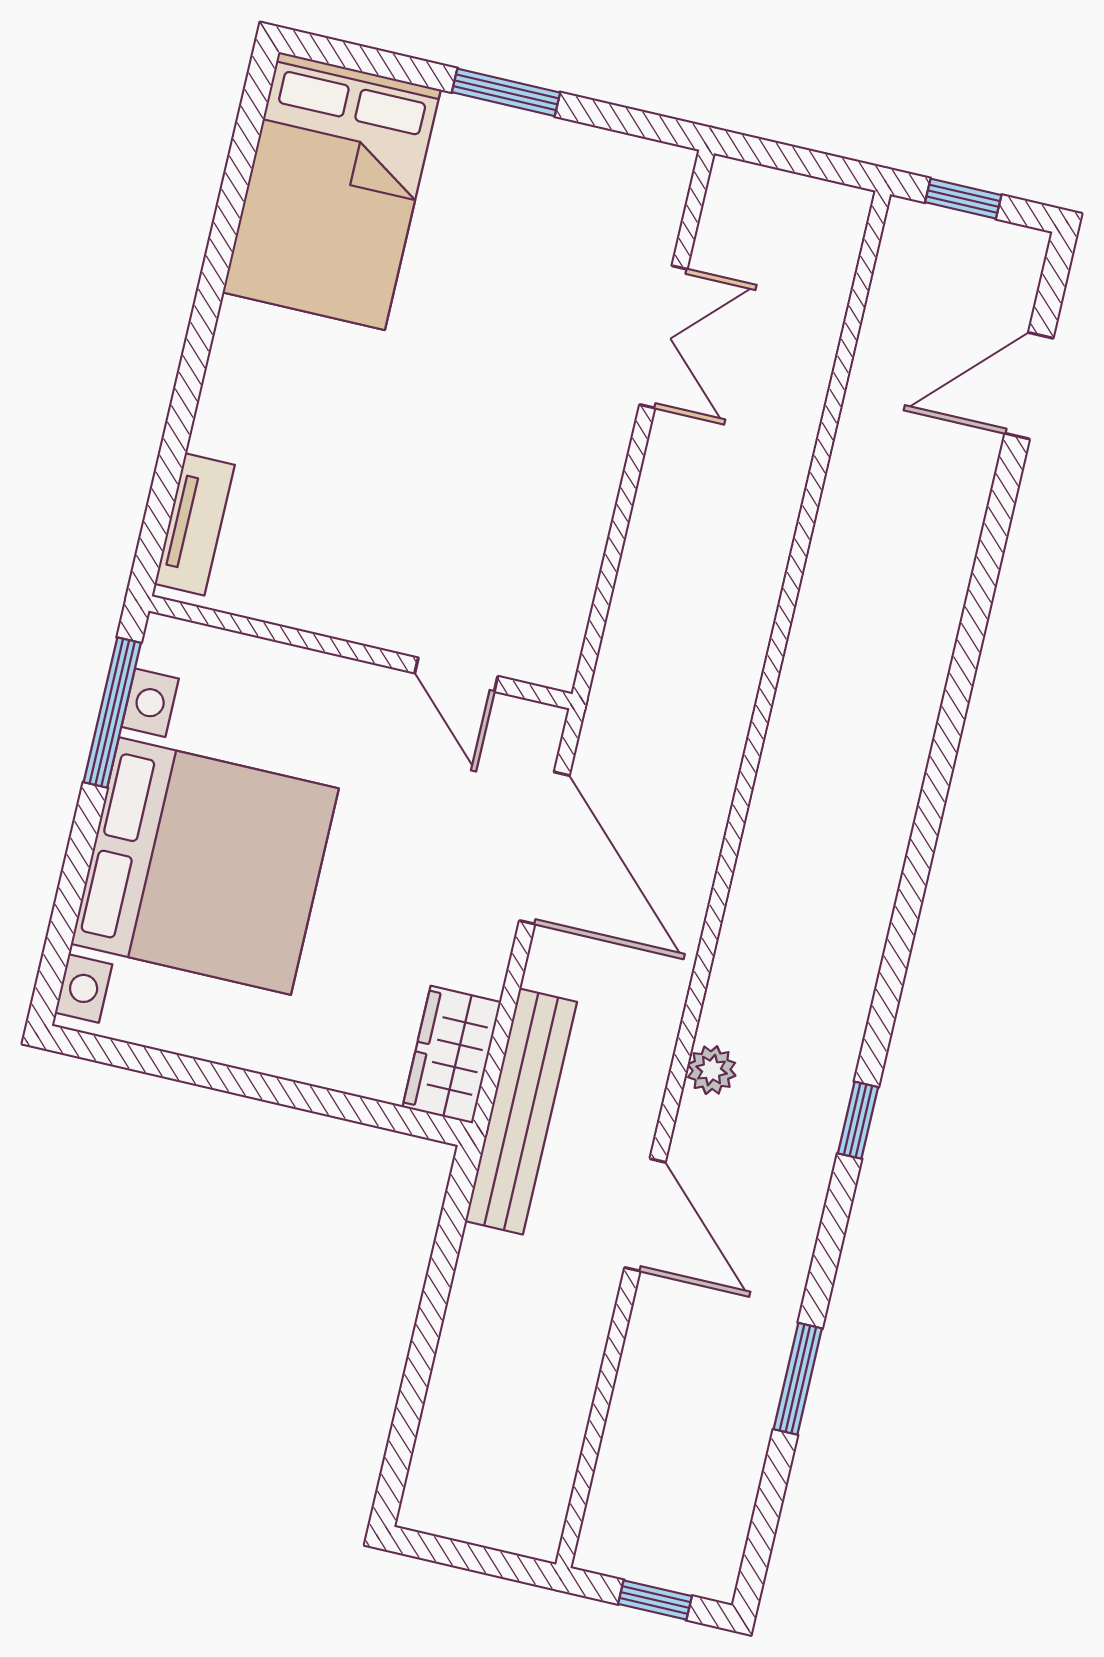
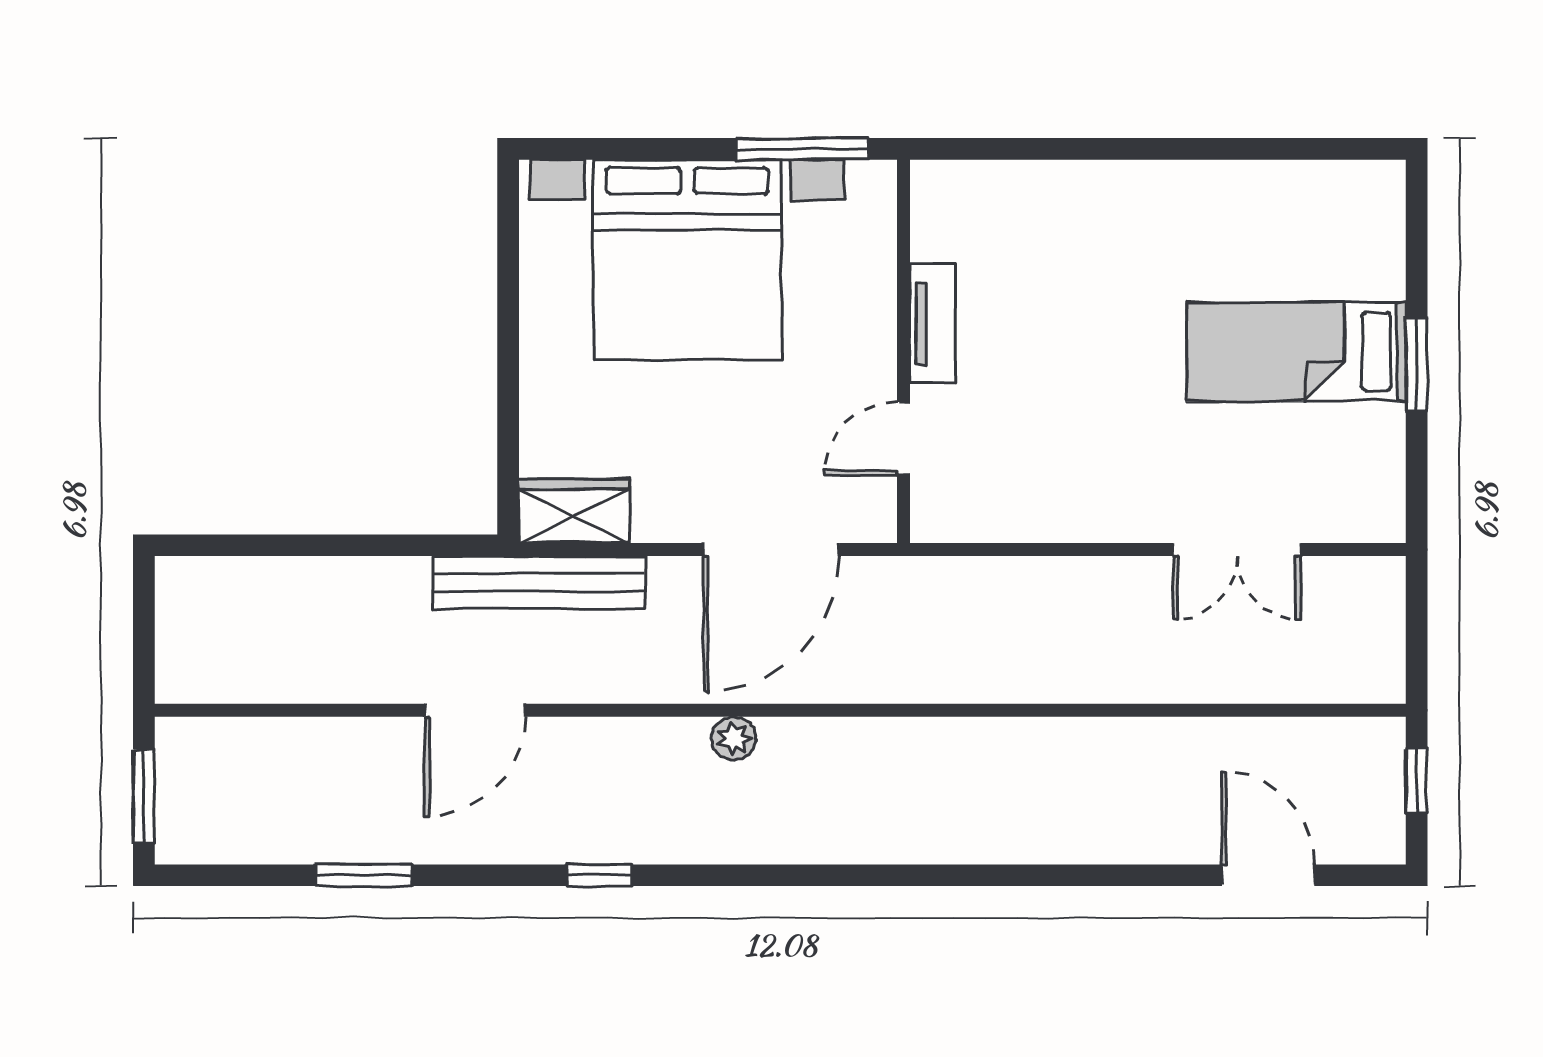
bed: (332, 191) -> (1296, 352), moved, width x0.67
tv unit: (195, 524) -> (933, 323), moved, turned -90
plant: (712, 1070) -> (734, 739), moved
window: (655, 1600) -> (144, 796), width x1.50

